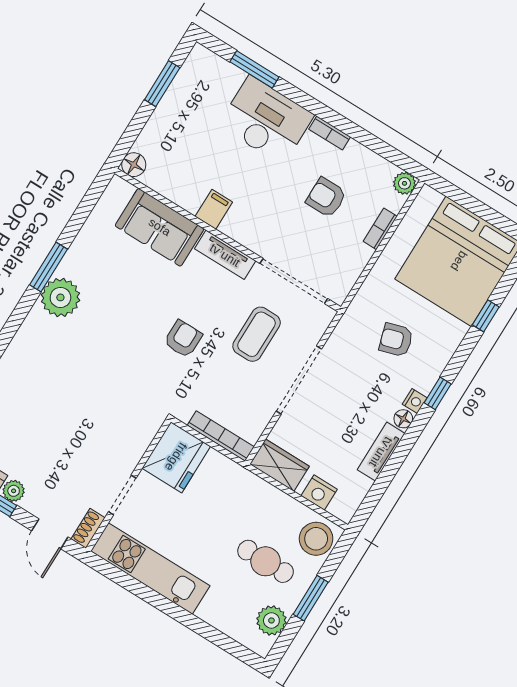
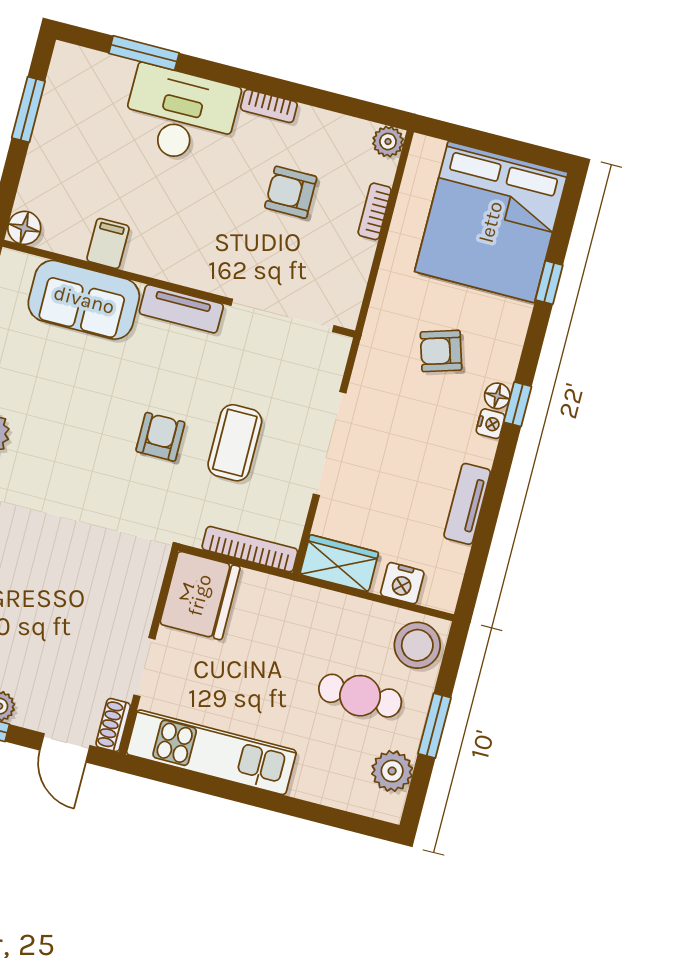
filing cabinet: (214, 209) -> (108, 243), moved
coffee table: (257, 334) -> (235, 443), moved
floor lamp: (403, 419) -> (497, 396), moved

